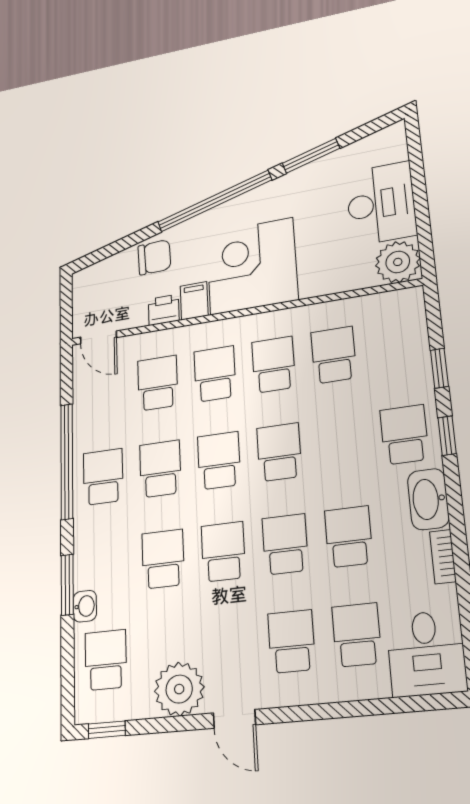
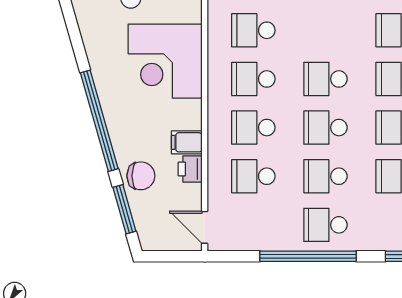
window: (311, 156) -> (124, 209), moved
chair: (154, 257) -> (141, 176), turned 92
corner desk: (252, 266) -> (165, 61), moved
door: (98, 337) -> (205, 227), swing flipped

